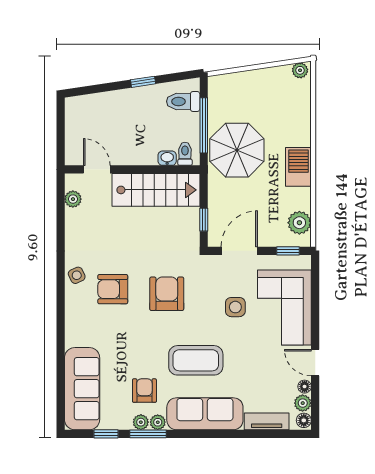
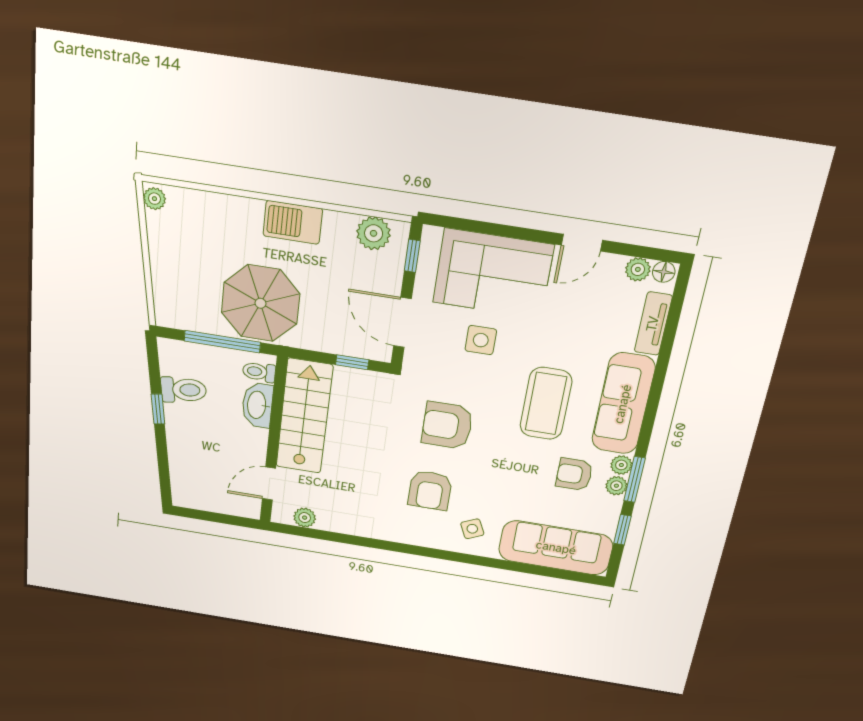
toilet: (183, 101) -> (184, 390), moved, turned -98
washbasin: (167, 158) -> (257, 405), width x1.91, depth x1.45
side table: (77, 275) -> (472, 529), moved
floor lamp: (305, 387) -> (614, 263), removed

